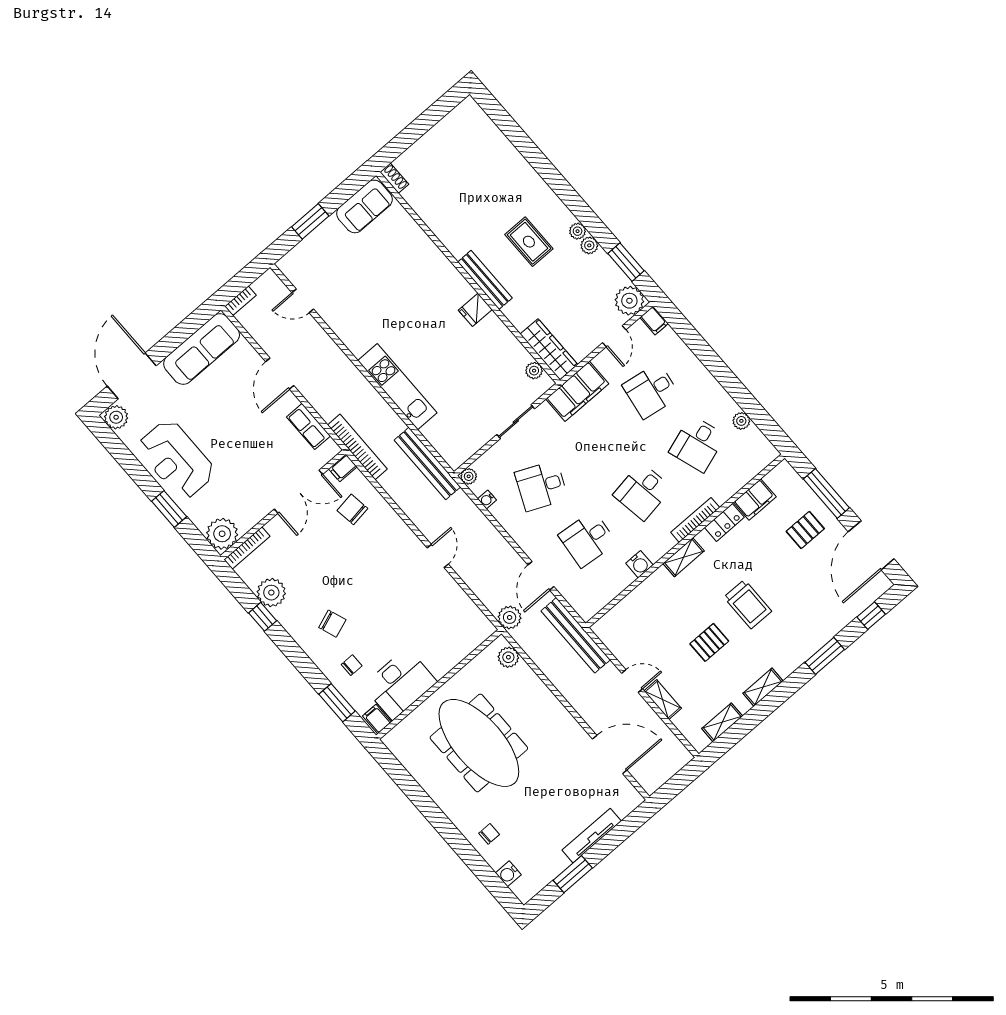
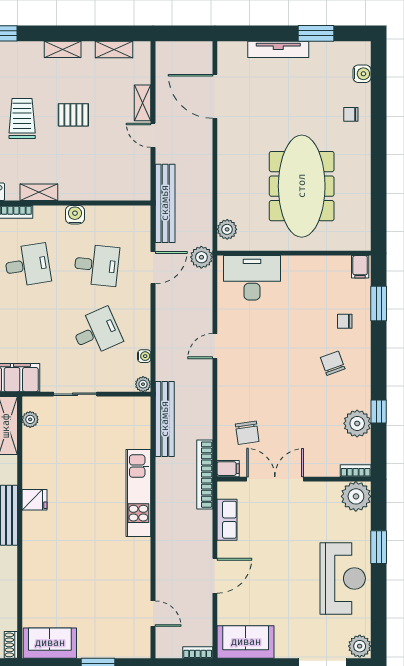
sofa: (202, 349) -> (246, 642), width x0.73
desk: (541, 486) -> (97, 332), turned -48
bookcase: (247, 548) -> (356, 471), width x0.64
desk: (400, 684) -> (252, 278), moved

